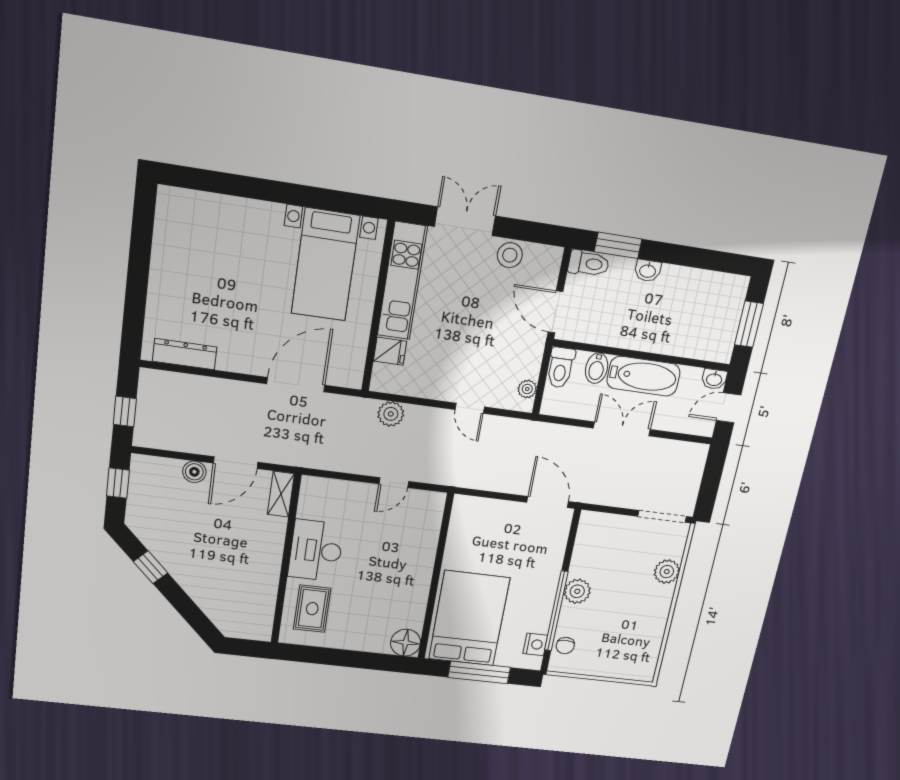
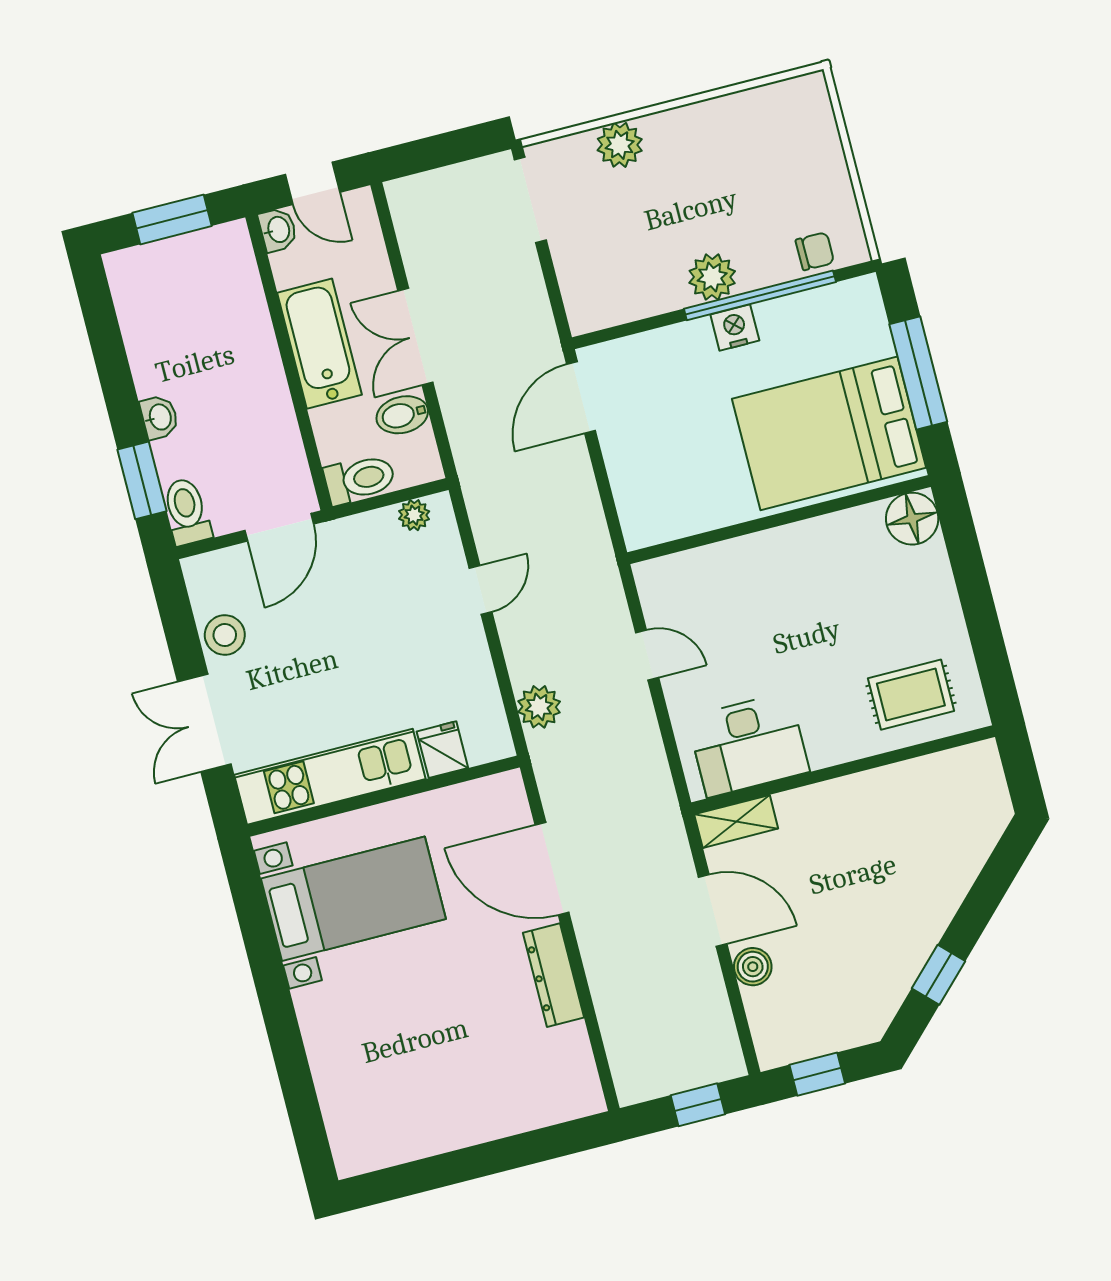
dresser: (185, 354) -> (553, 975), moved
bidet: (597, 368) -> (402, 415), moved, turned 180
desk: (316, 551) -> (748, 745), moved
nightstand: (535, 644) -> (735, 328), moved

